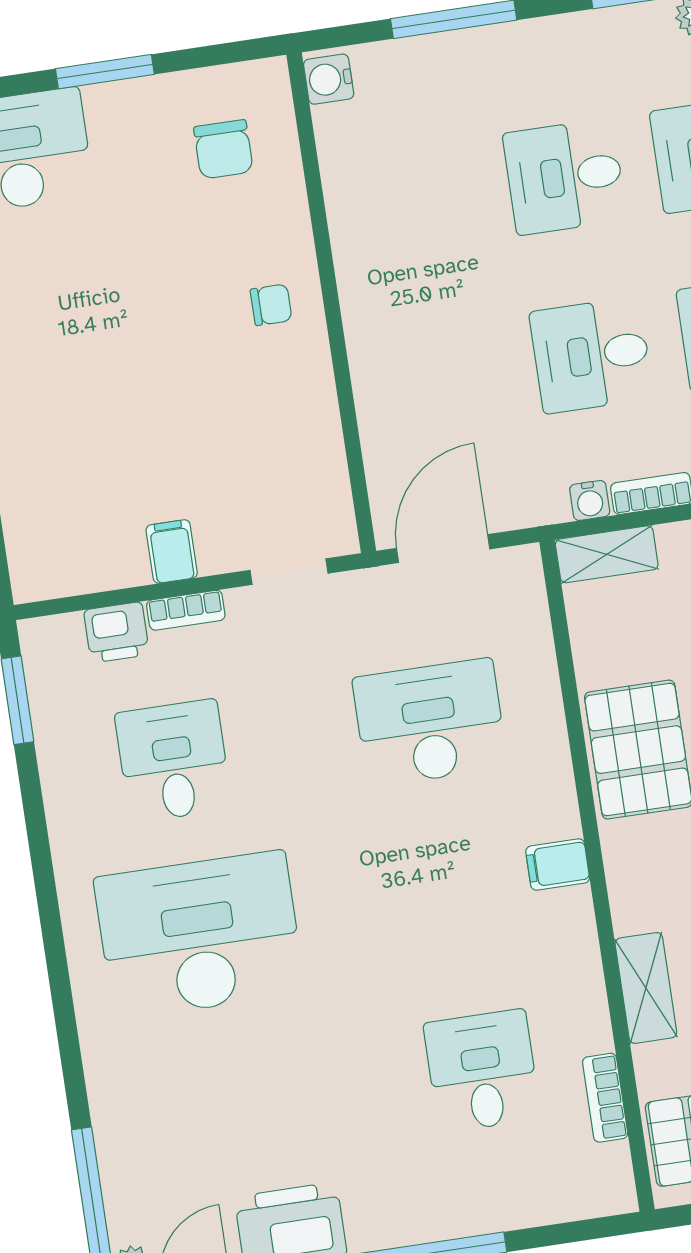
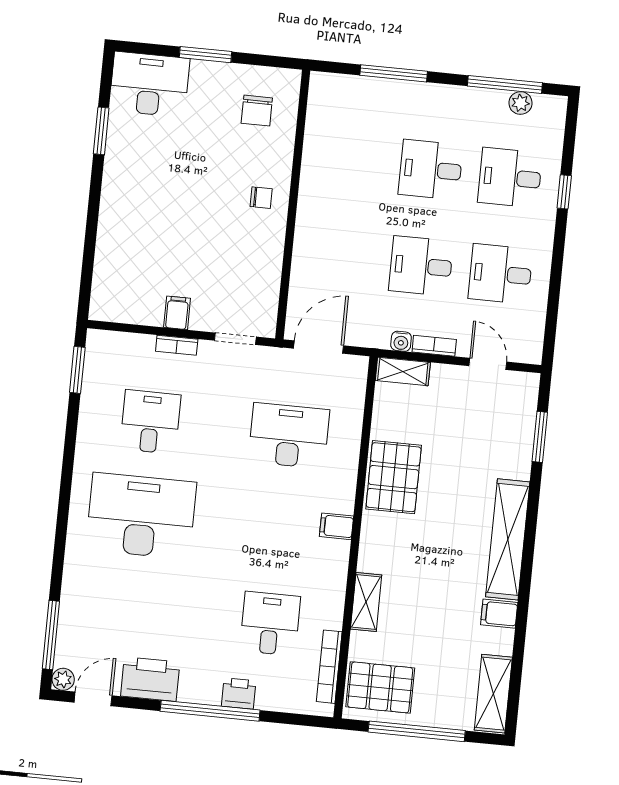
water cooler: (329, 79) -> (321, 88), removed
printer: (117, 632) -> (239, 693), moved, turned 180
bookcase: (605, 1098) -> (329, 667), width x1.56

